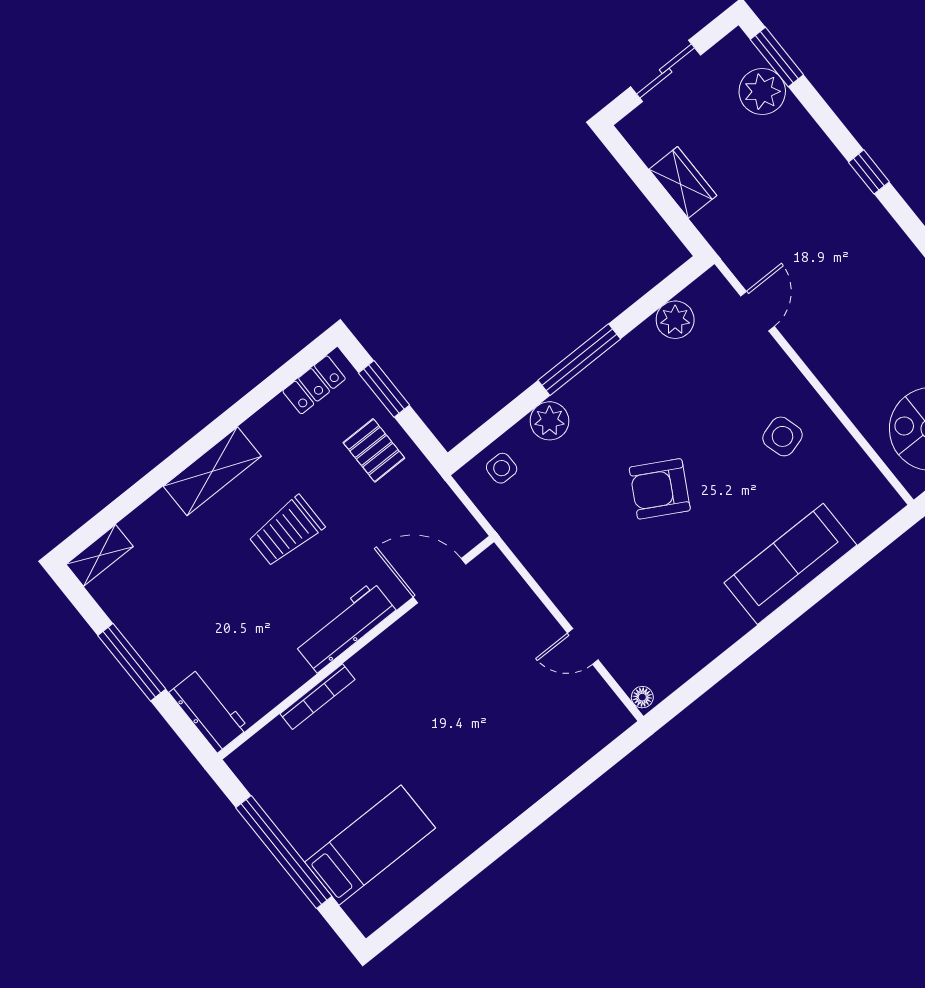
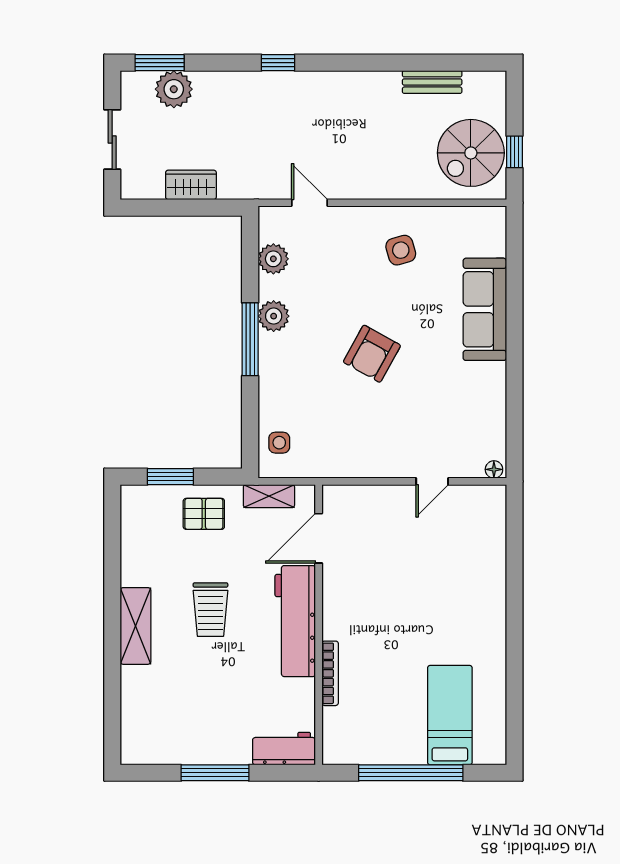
locker: (314, 385) -> (132, 518), removed
plant: (549, 421) -> (274, 316), moved
shelving: (100, 555) -> (269, 496), moved, turned 90
workbench: (345, 627) -> (295, 621), width x1.36, depth x1.32

